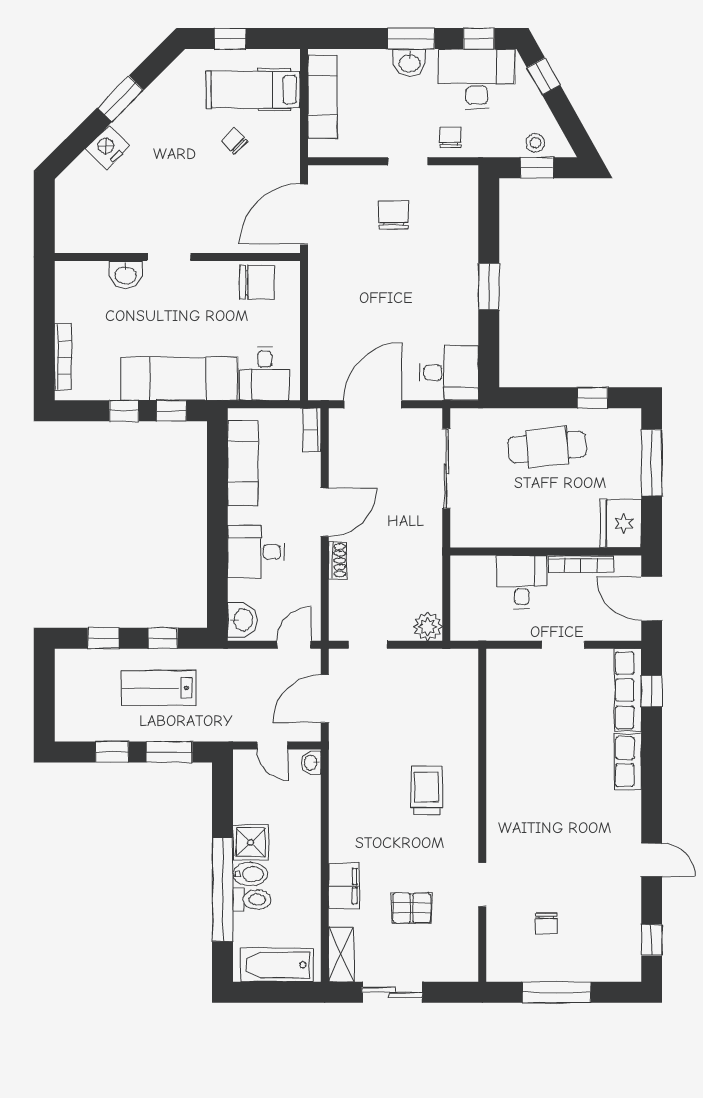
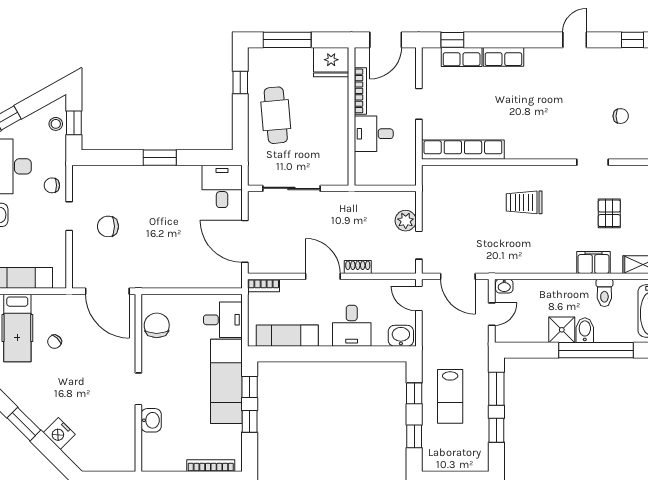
plant: (428, 626) -> (406, 221), moved
row of seats: (628, 690) -> (462, 57), width x0.68
row of seats: (500, 706) -> (463, 150), added
toilet: (252, 900) -> (604, 293), moved, turned 180

